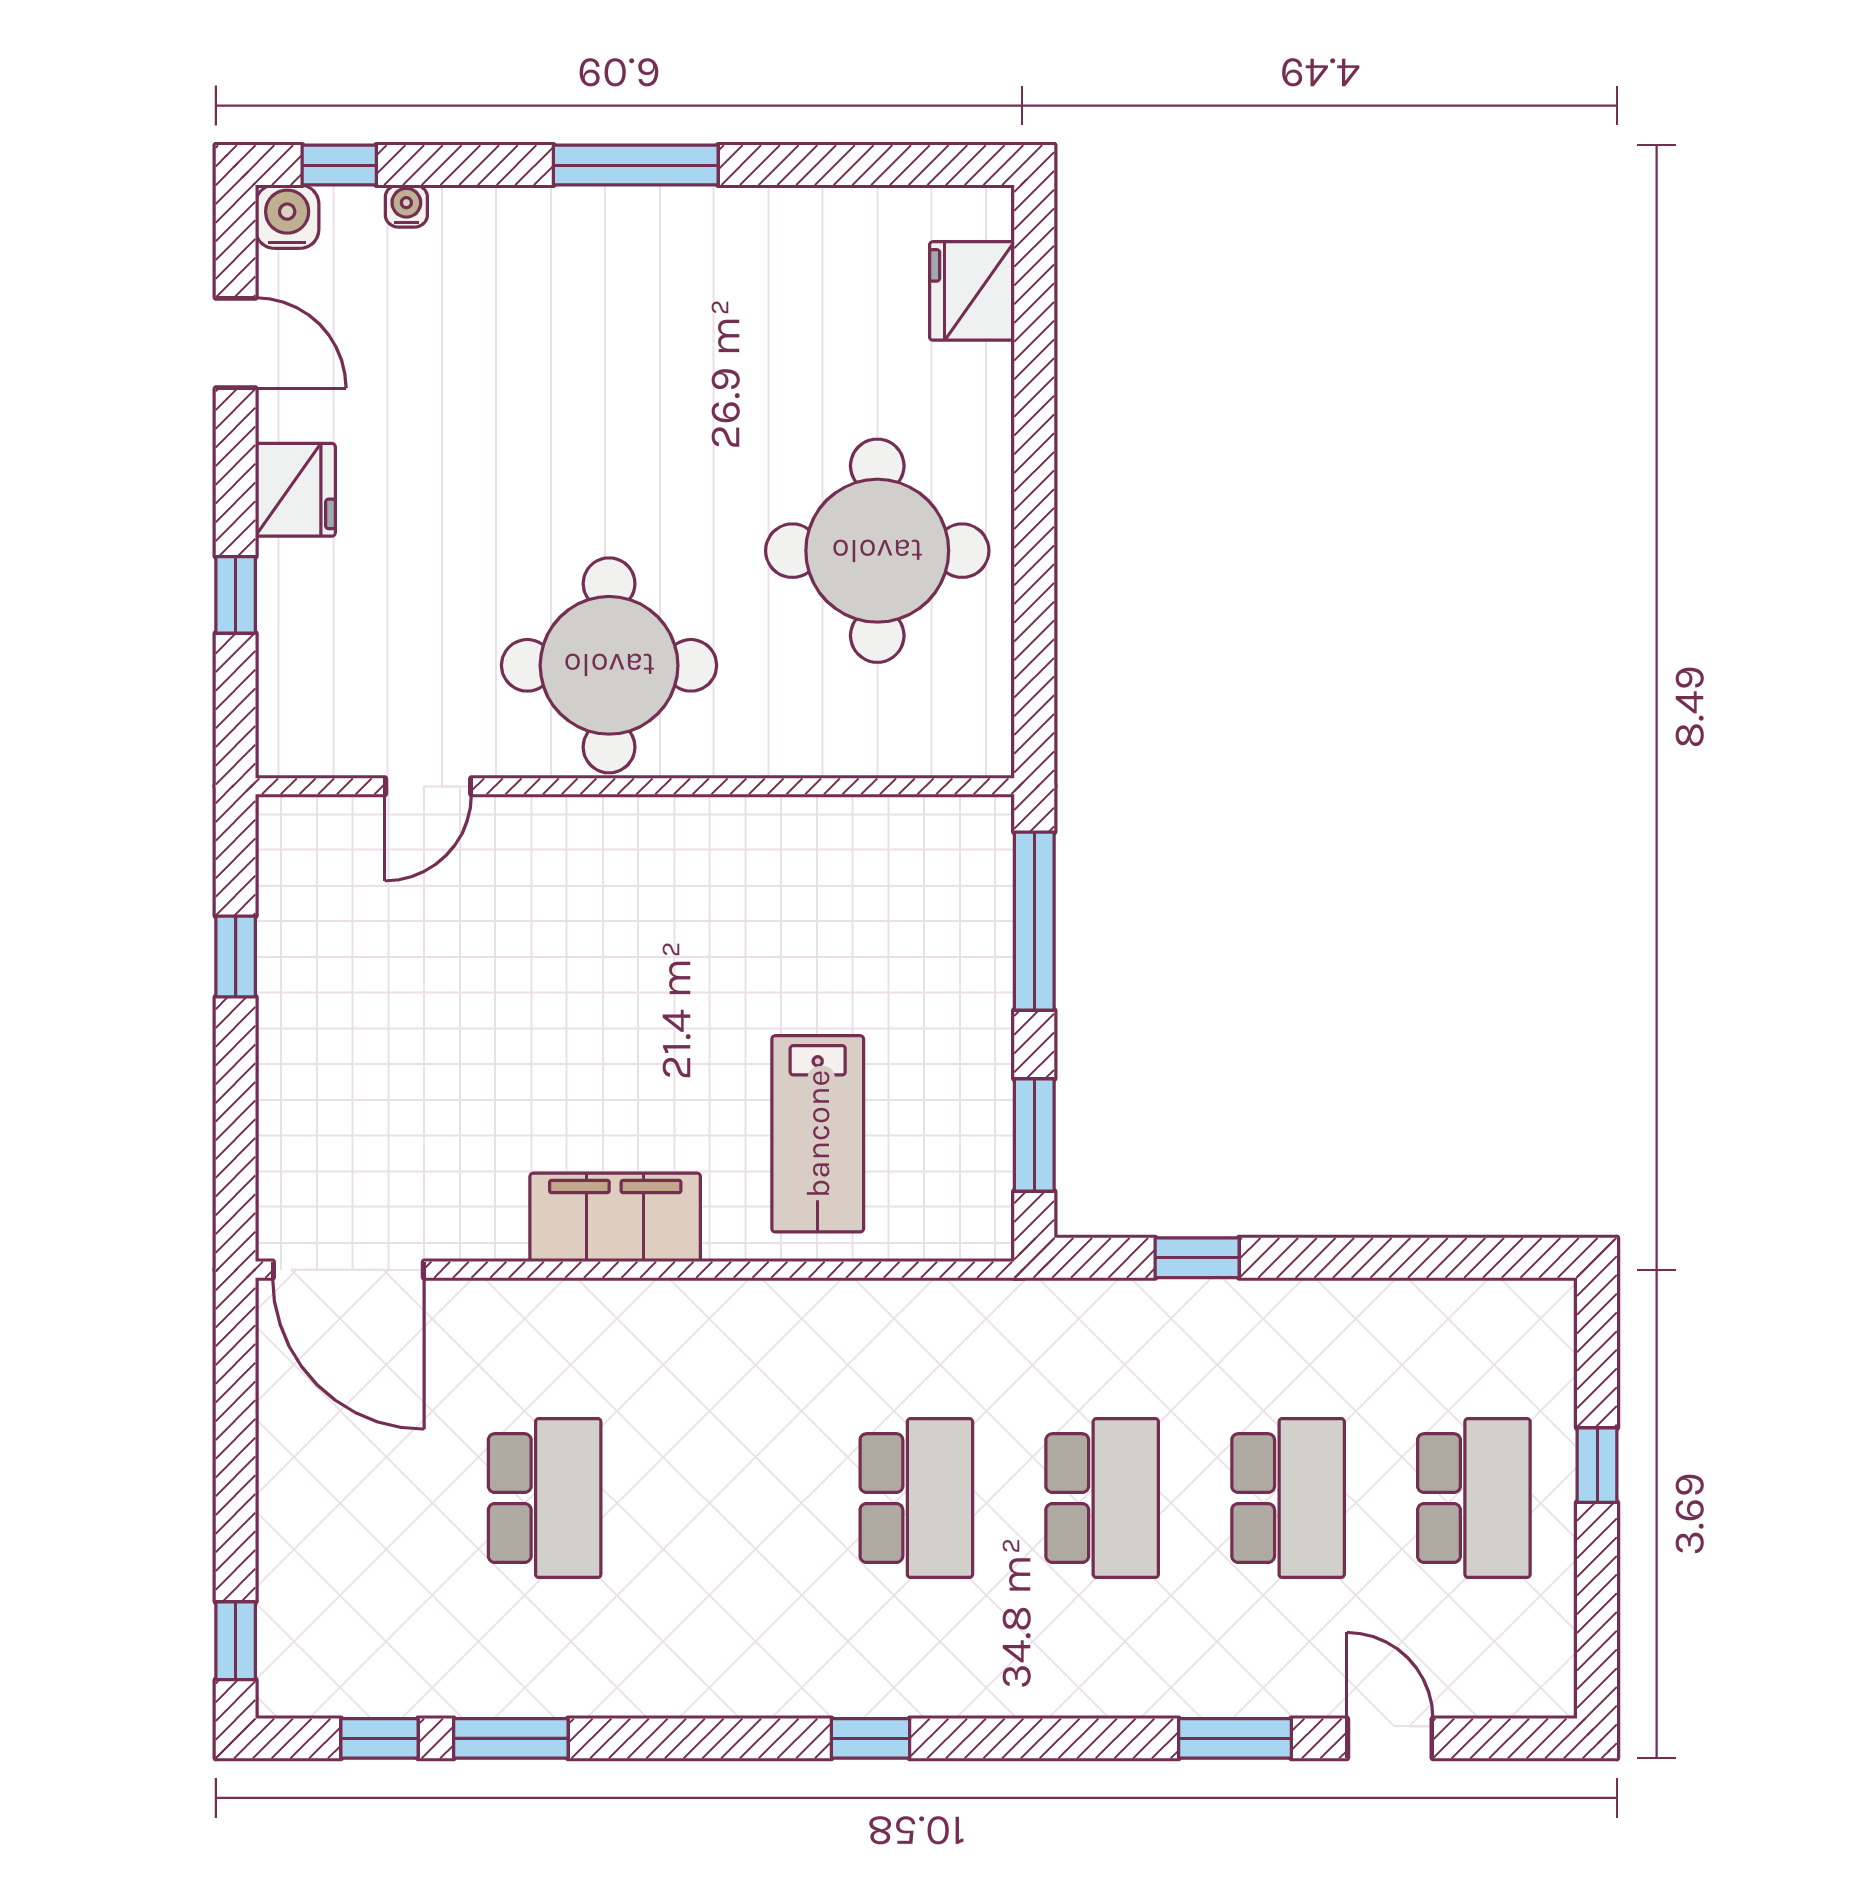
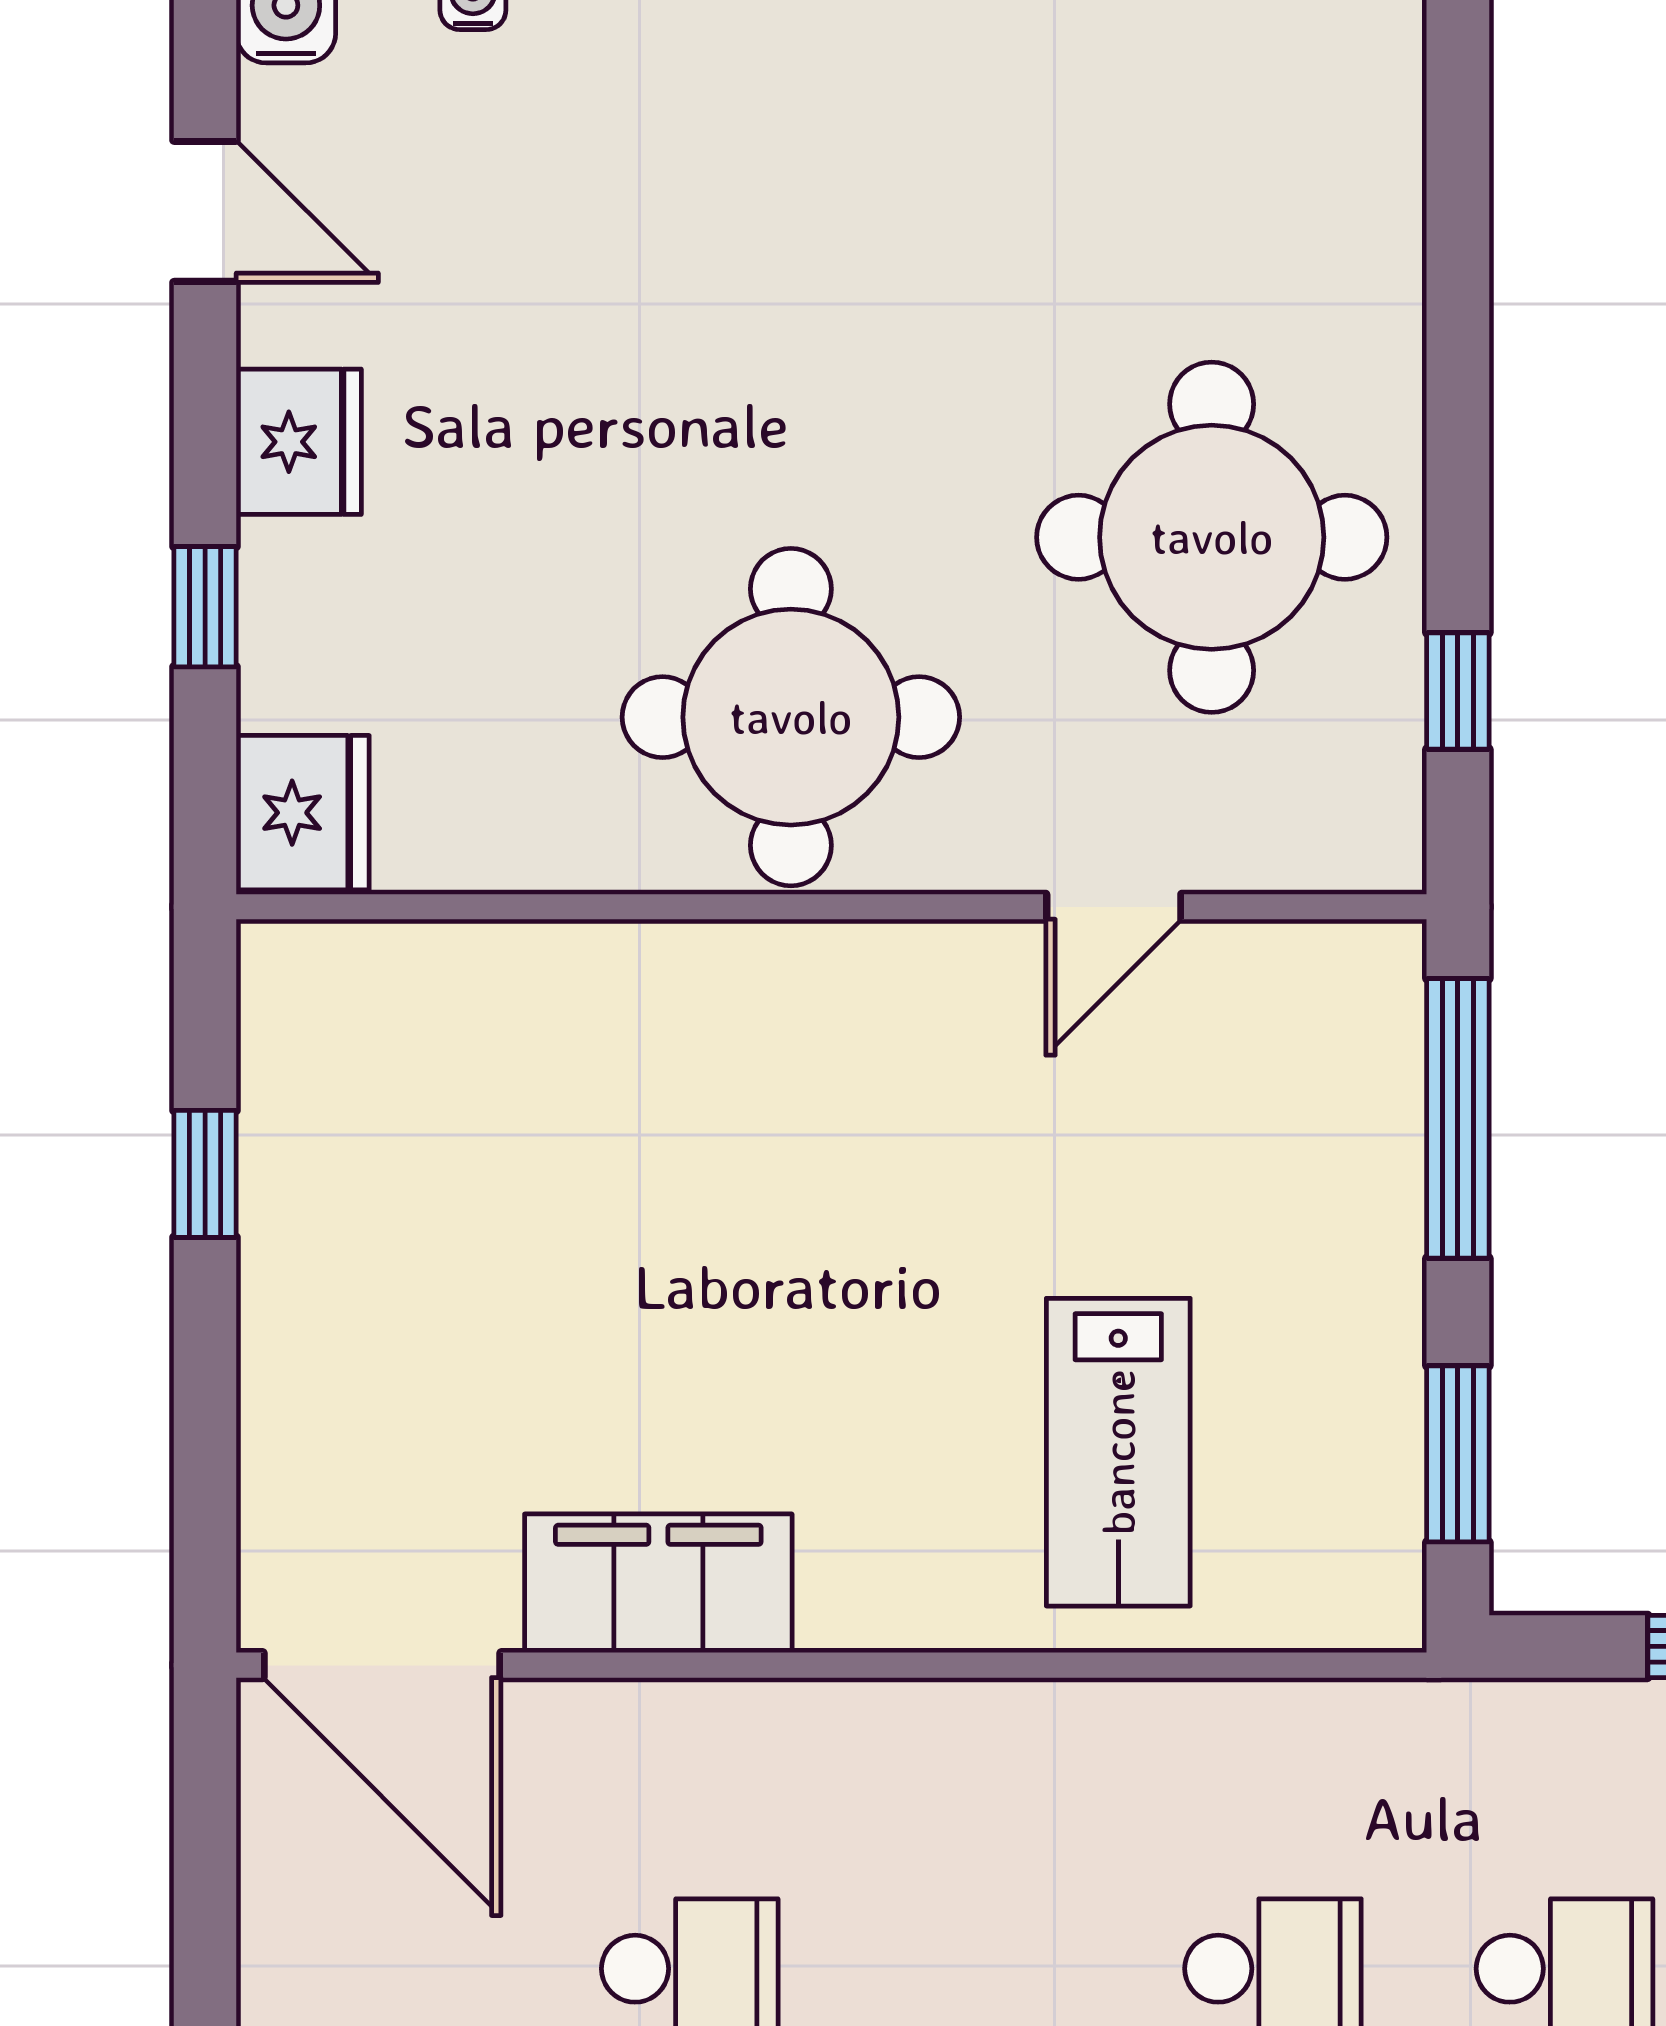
fridge: (972, 291) -> (303, 813), moved, turned 180
window: (1034, 649) -> (1458, 691), added
door: (428, 786) -> (1114, 907), moved
filing cabinet: (615, 1217) -> (658, 1583), moved

